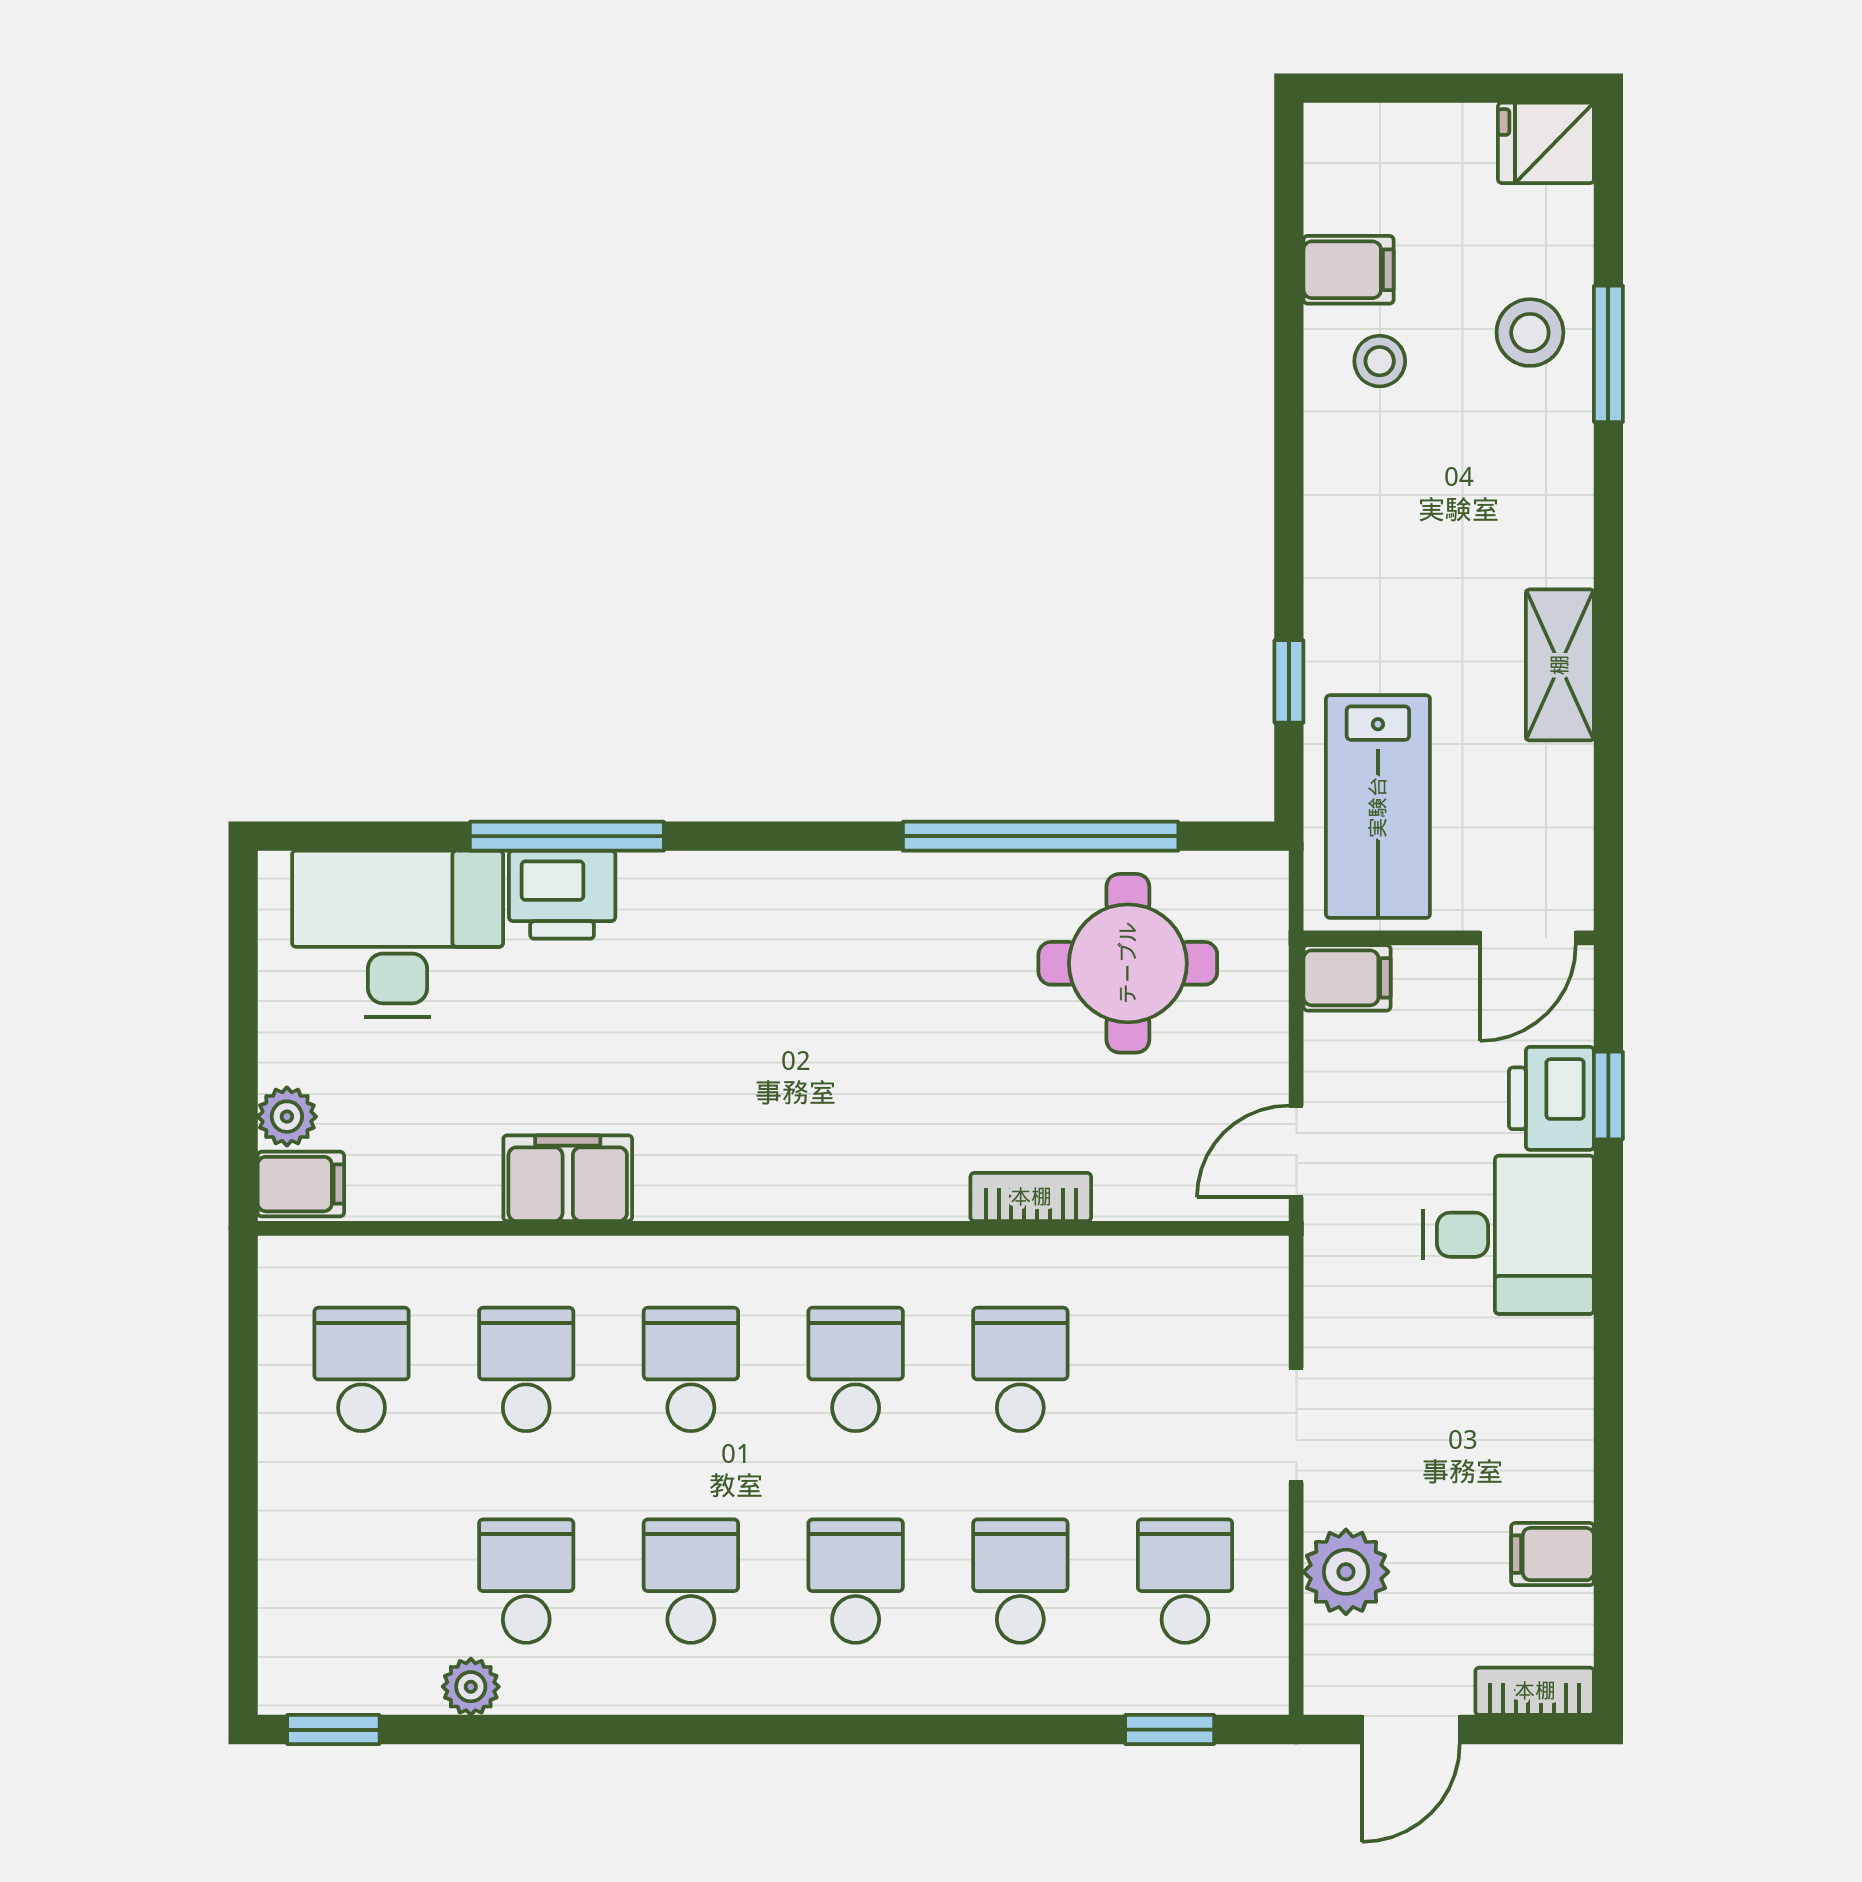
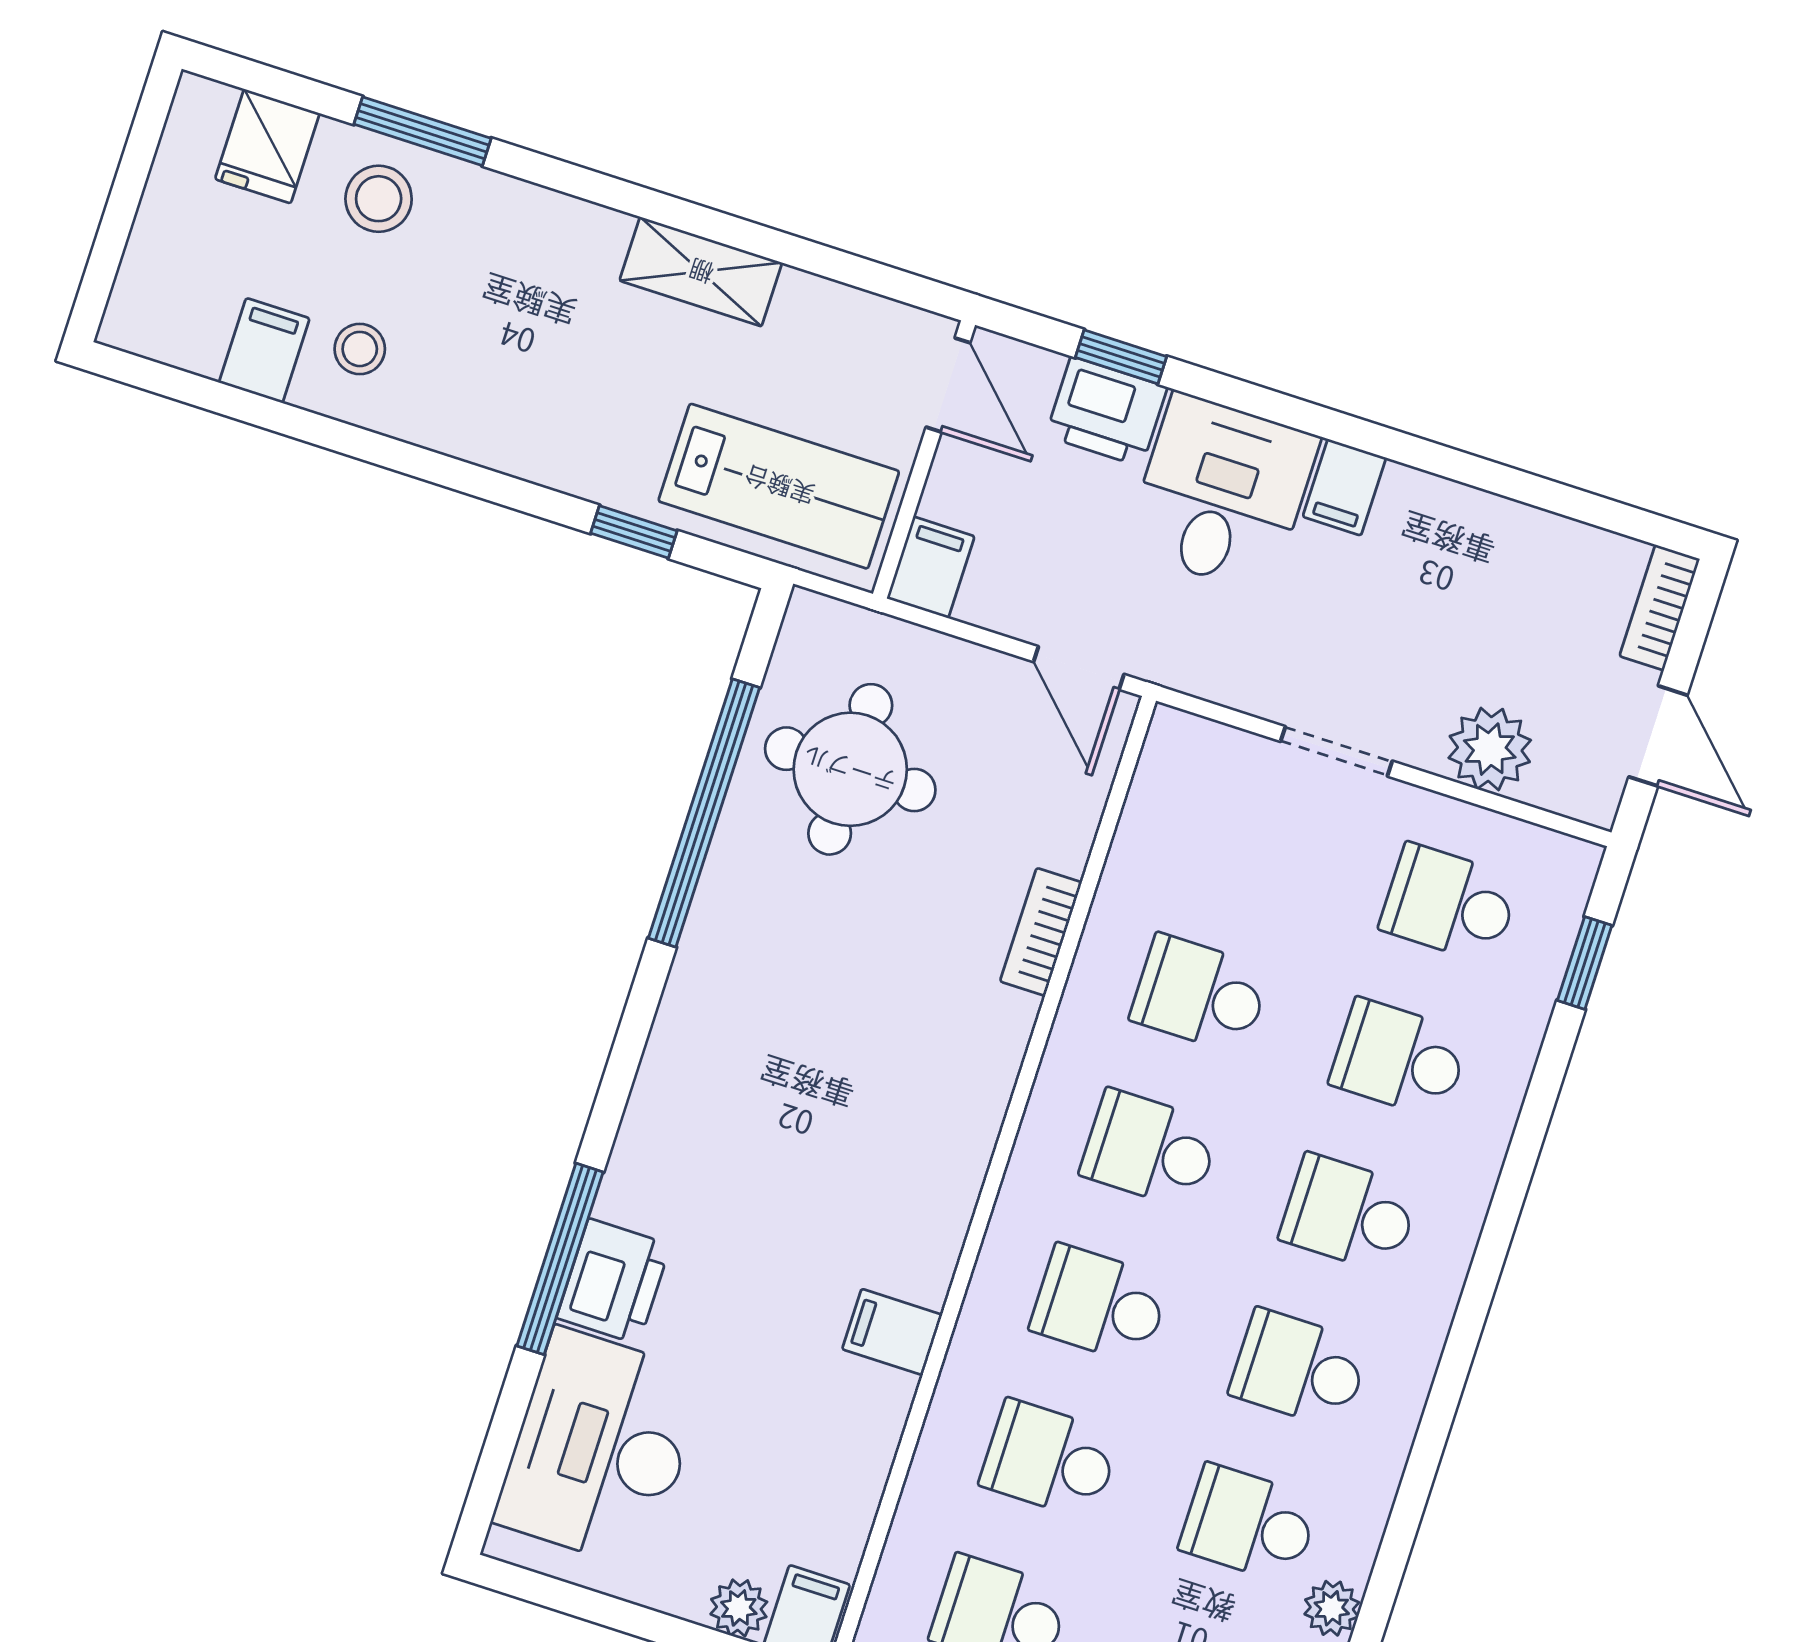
fridge: (1546, 143) -> (267, 146), moved
filing cabinet: (568, 1178) -> (892, 1332), width x0.50
filing cabinet: (1553, 1554) -> (1344, 487), moved

